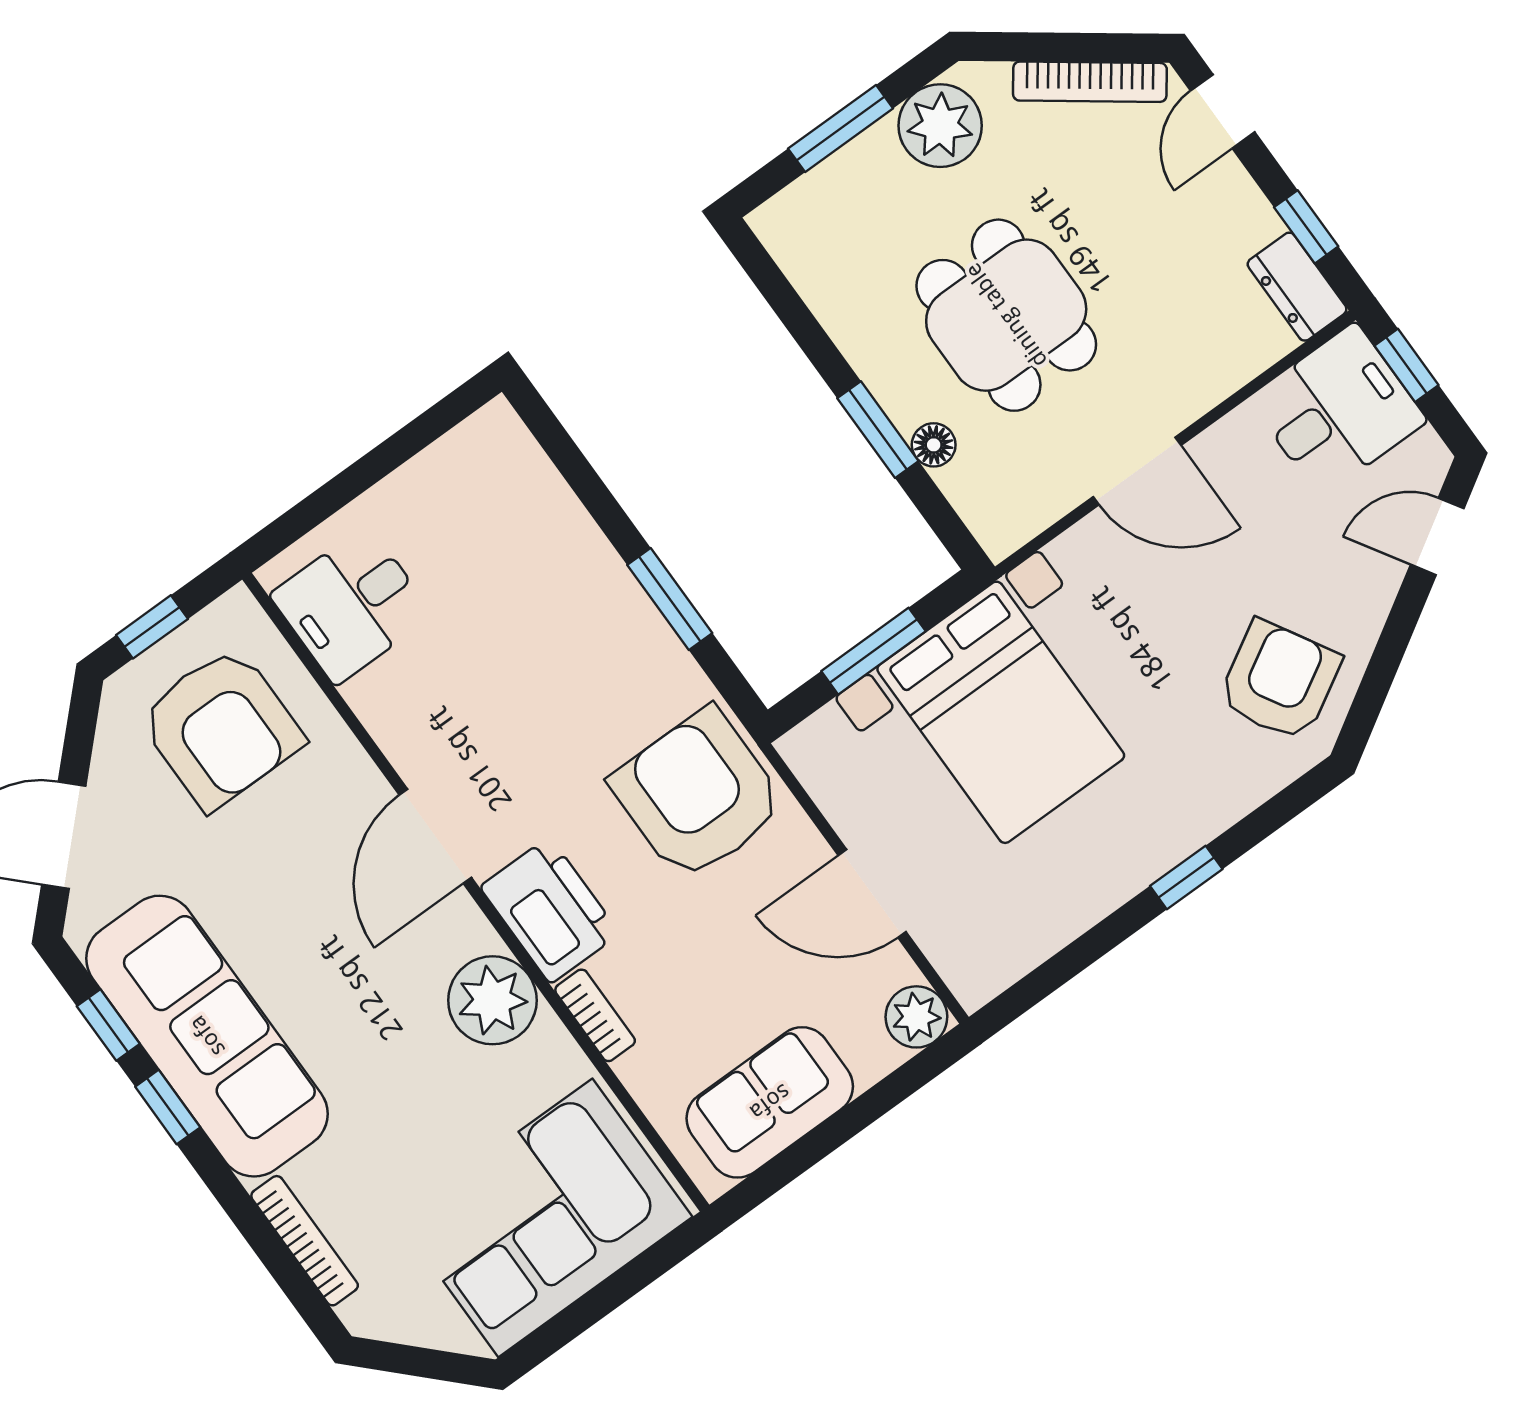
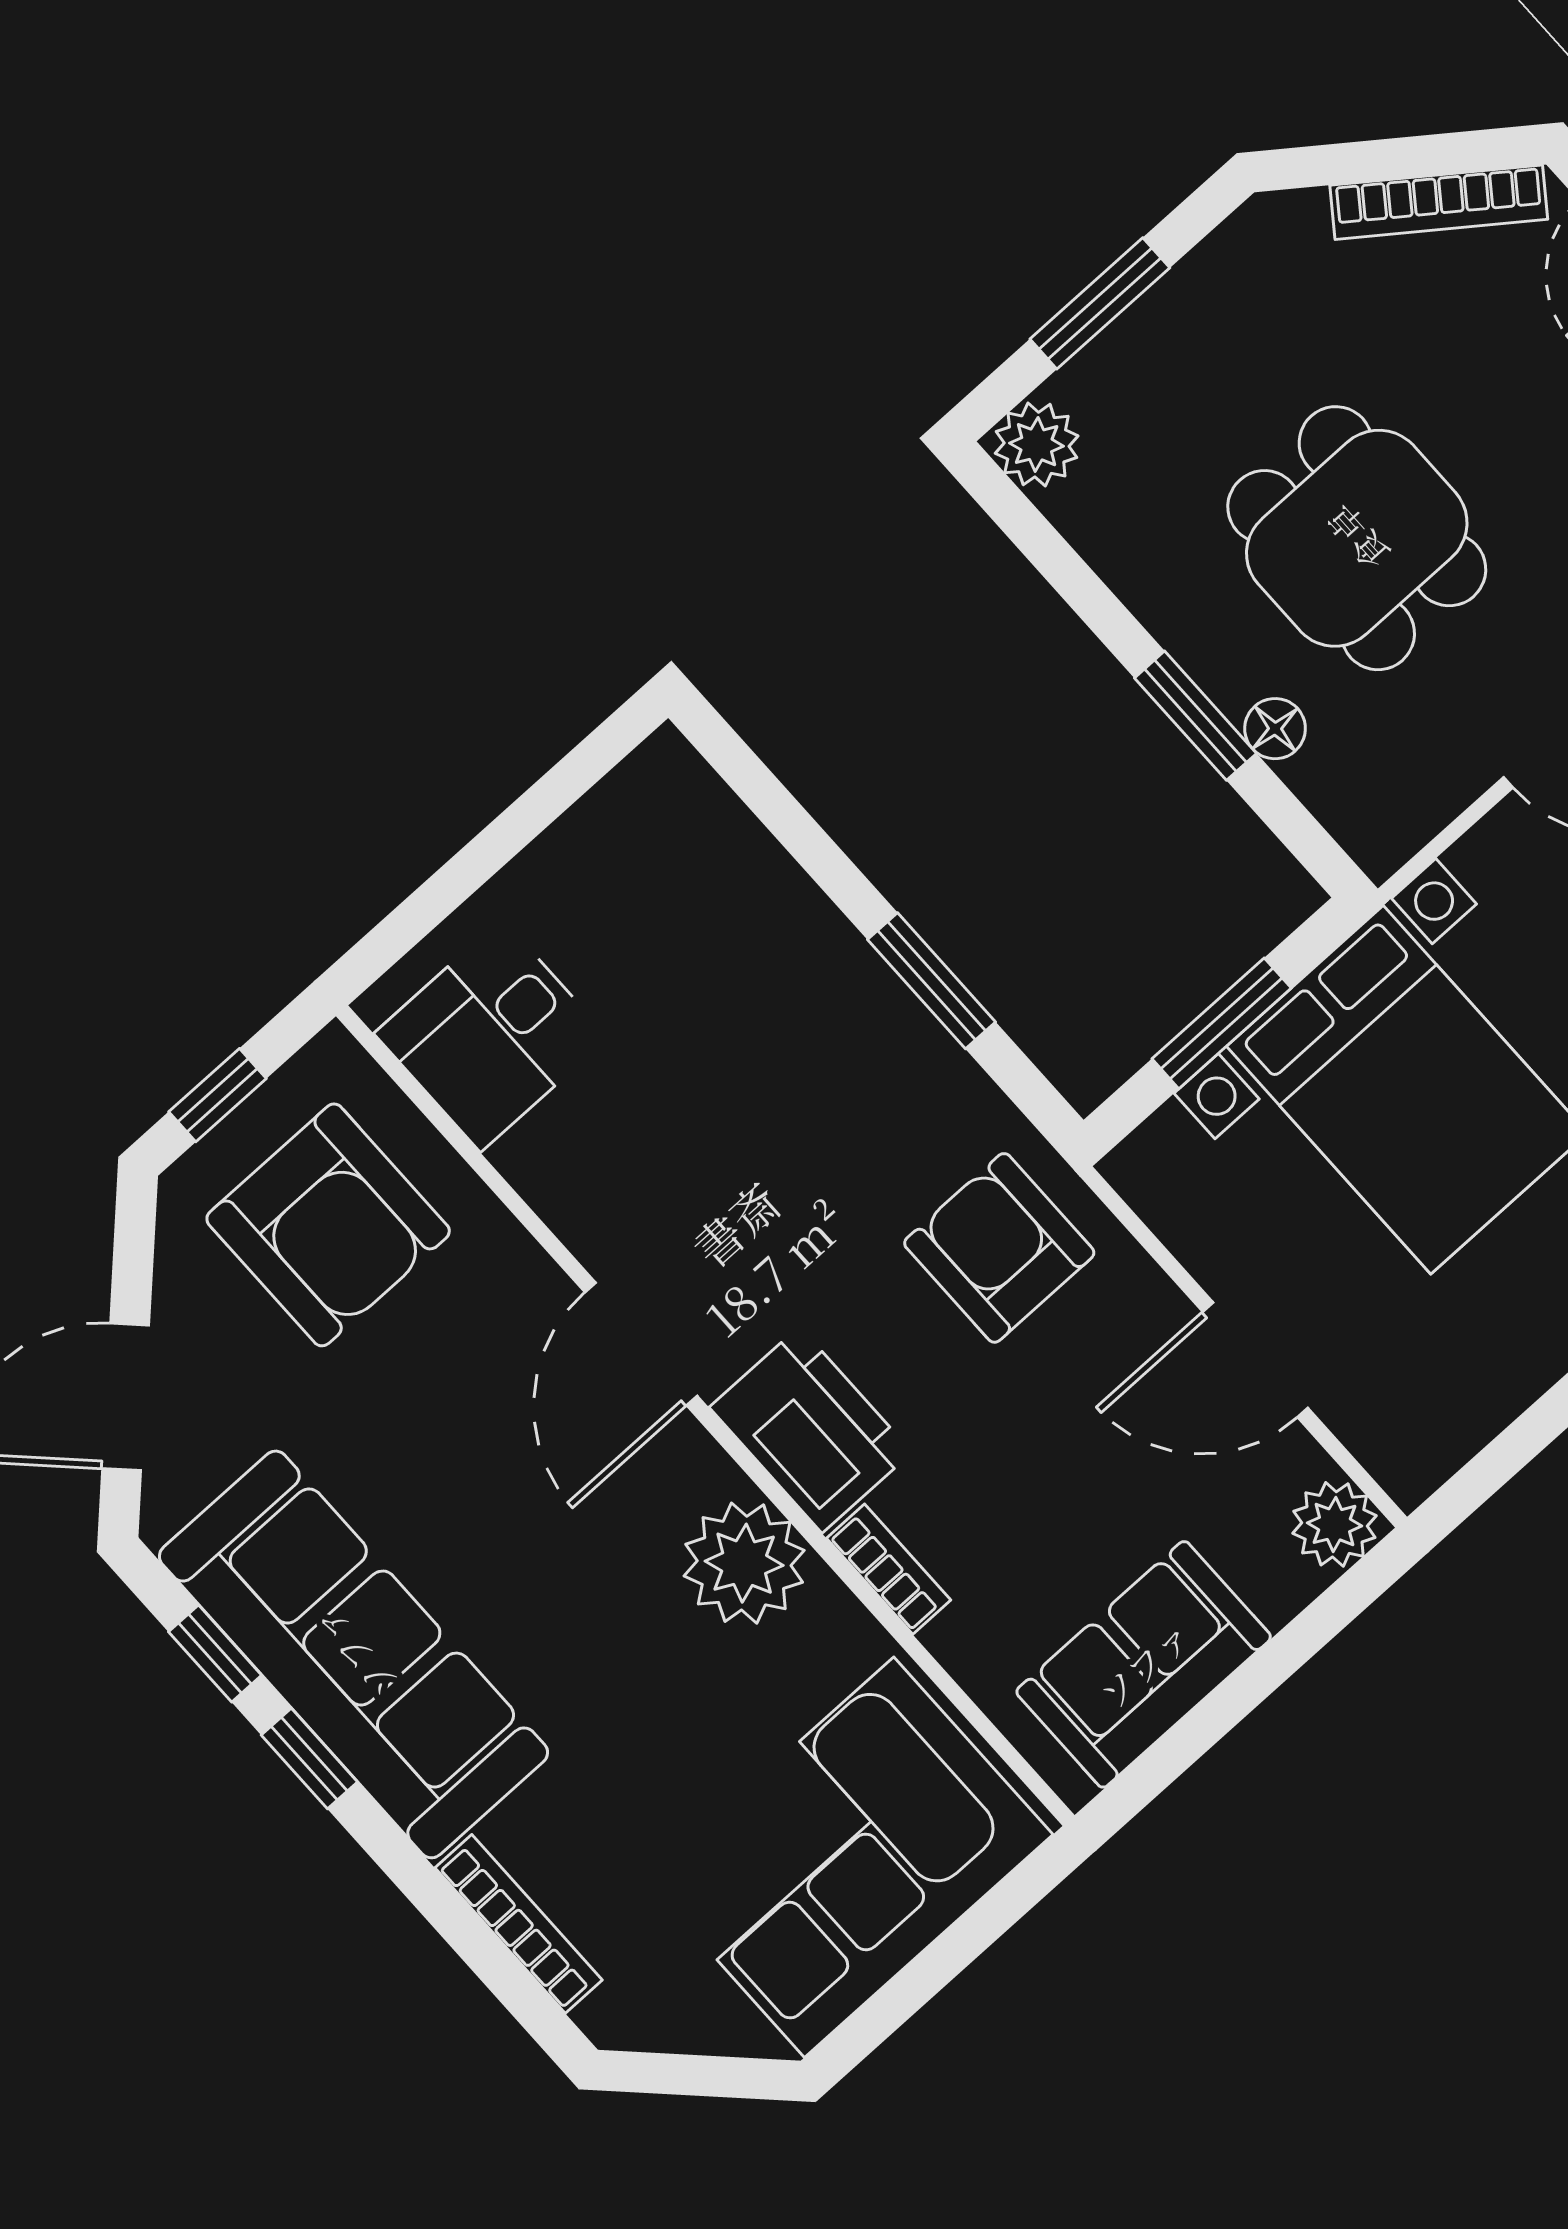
plant: (940, 126) -> (1037, 445), moved, width x0.73, depth x0.73
armchair: (698, 795) -> (999, 1248), width x0.73, depth x0.73

